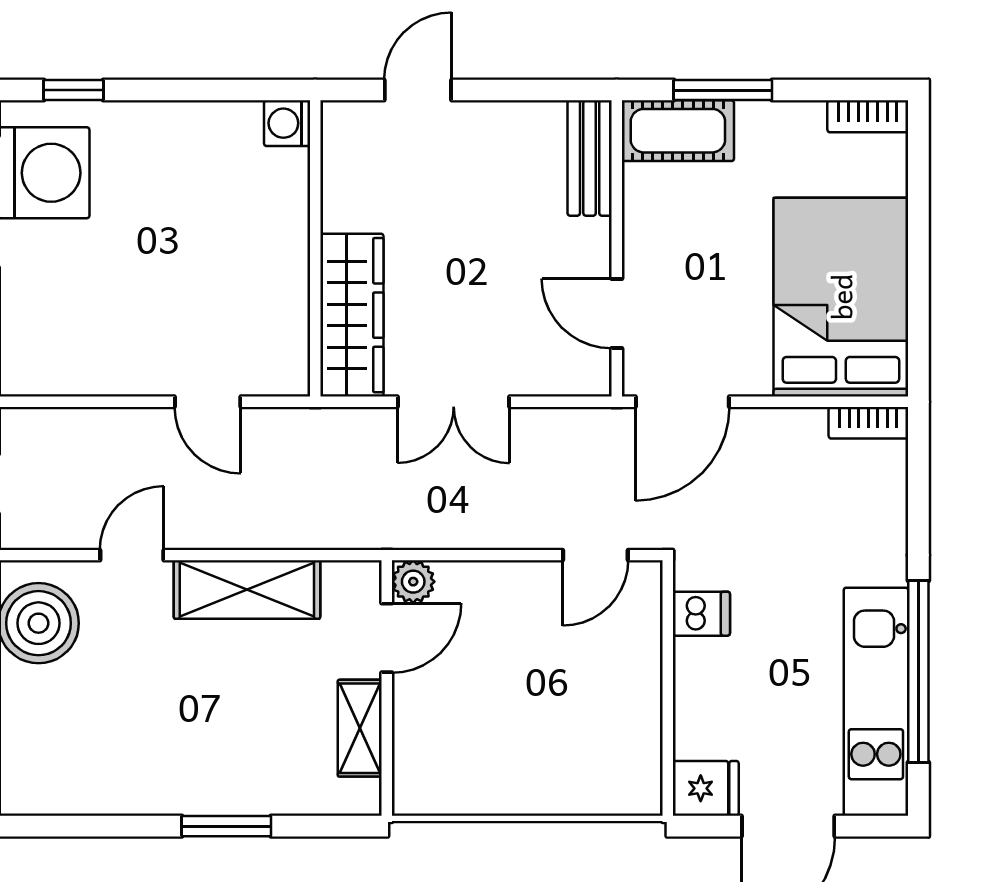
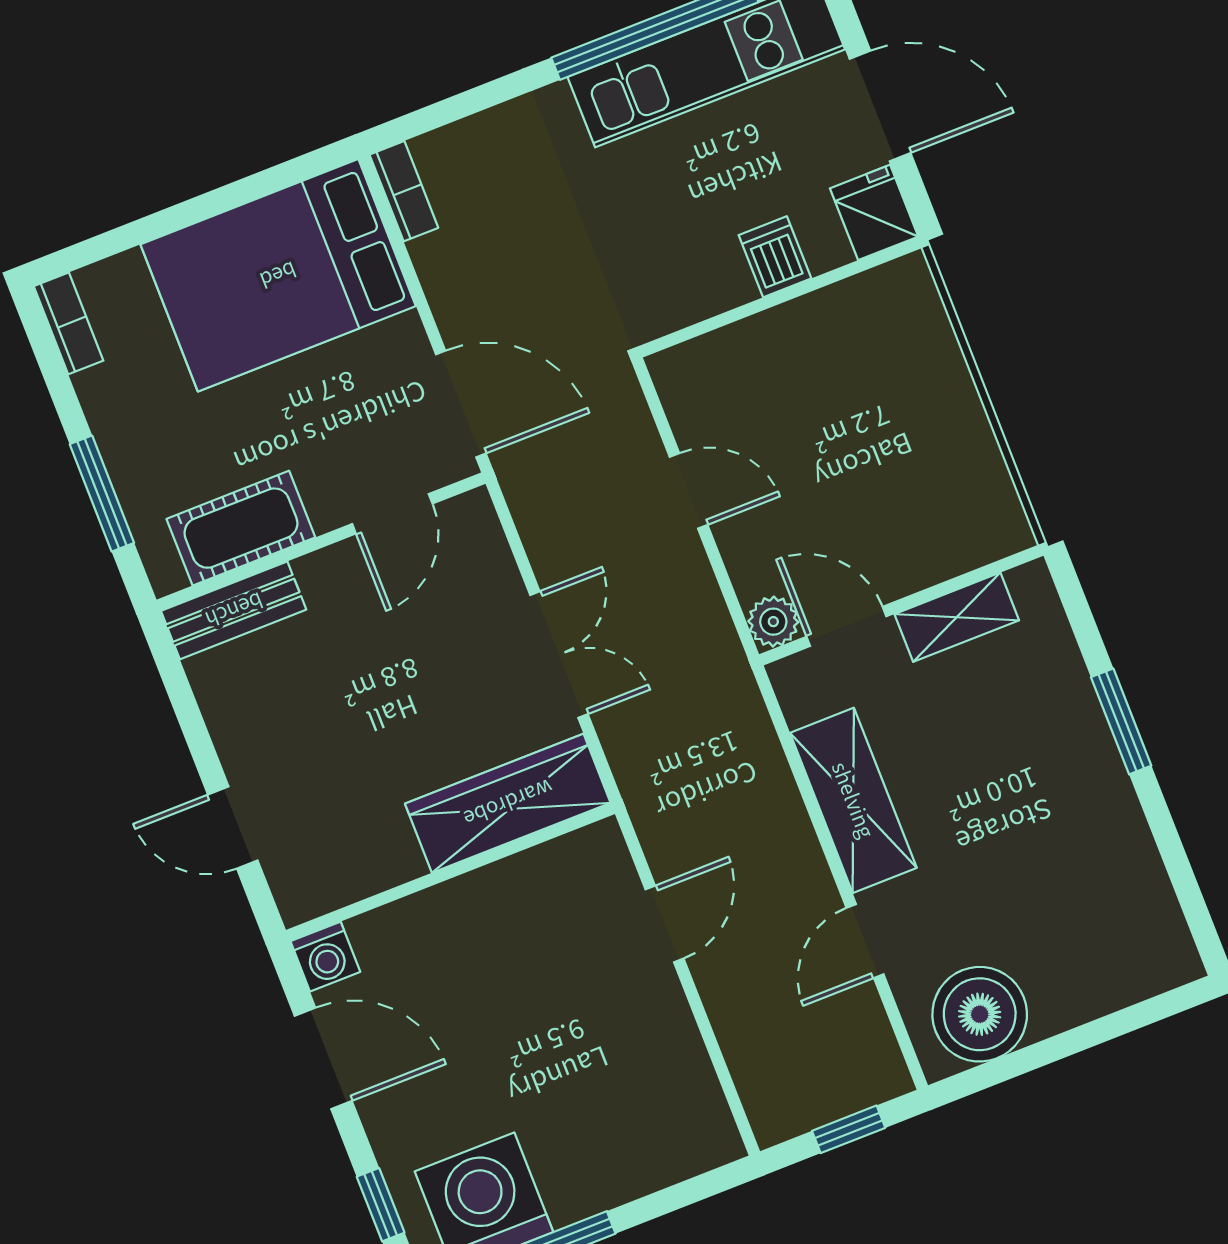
door: (207, 90) -> (323, 1058), added
cot: (678, 131) -> (241, 528), moved, turned 90
door: (132, 555) -> (865, 941), hinge flipped
door: (595, 555) -> (689, 491), moved
dishwasher: (701, 614) -> (775, 257), moved

